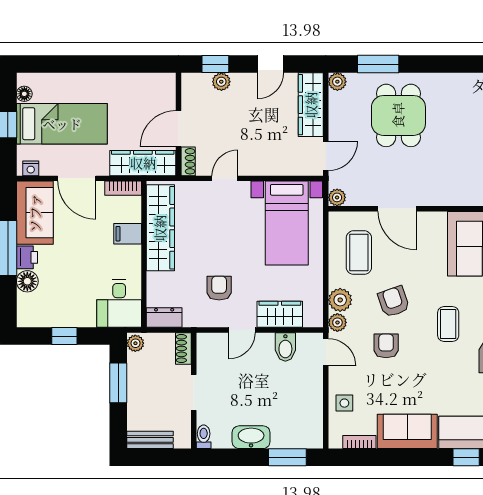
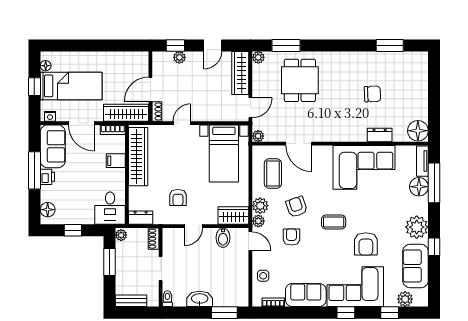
floor lamp: (27, 281) -> (48, 210), moved
armchair: (219, 288) -> (178, 198), turned 180
wardrobe: (280, 314) -> (233, 215), moved
coffee table: (448, 324) -> (334, 222), turned 90

